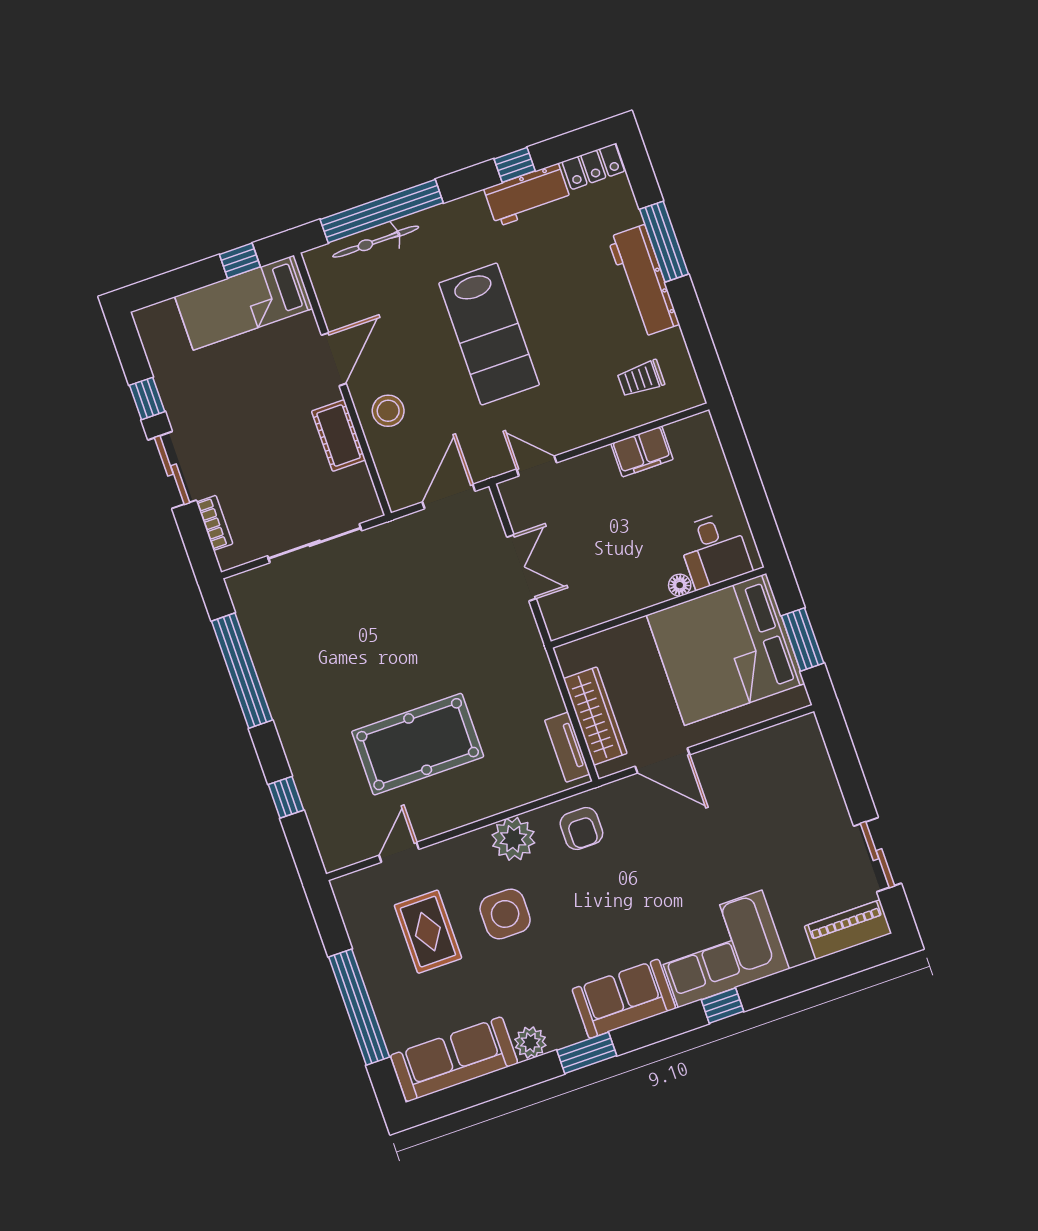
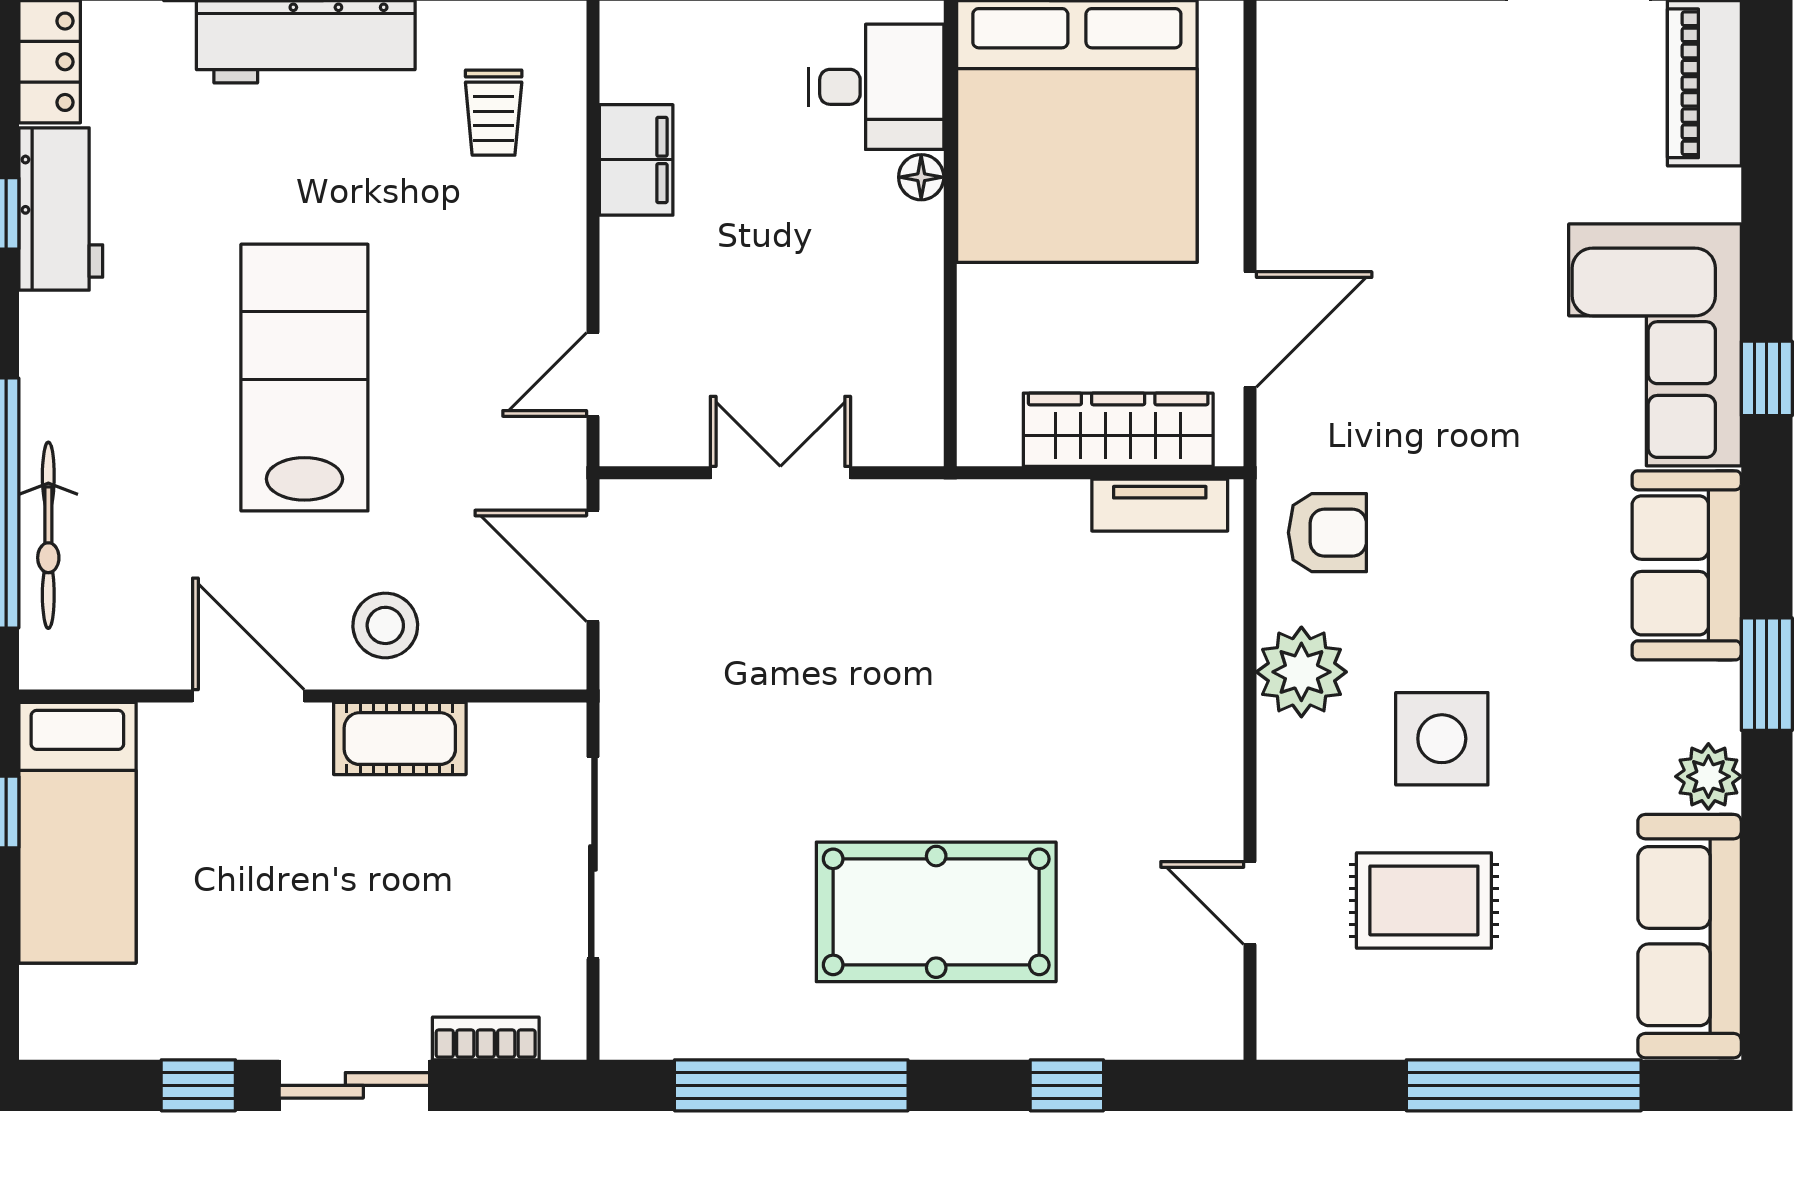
lab bench: (489, 334) -> (304, 378), turned -90
pool table: (418, 744) -> (936, 912), moved, turned 90

